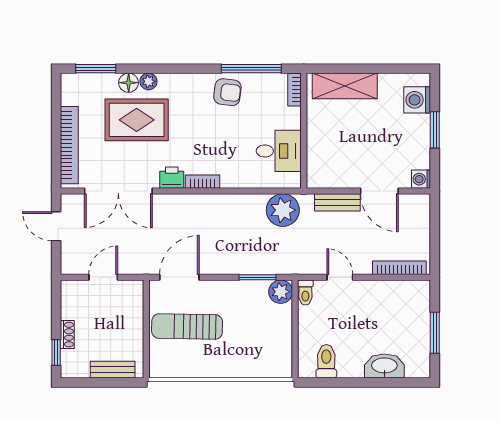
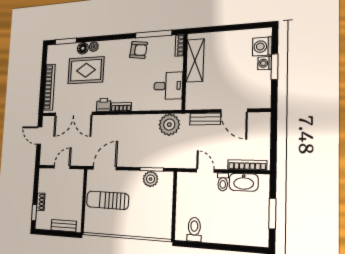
shelving: (345, 86) -> (195, 60), moved, turned 90
washing machine: (421, 179) -> (265, 63), moved
plant: (281, 292) -> (150, 179), moved
toilet: (305, 293) -> (223, 182), moved
washbasin: (384, 366) -> (244, 182), moved, turned 180

